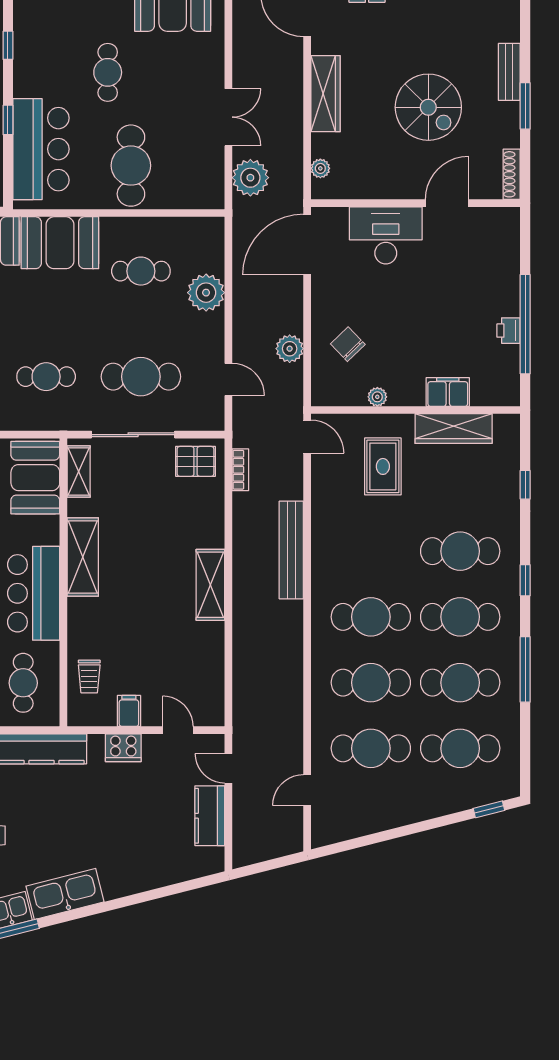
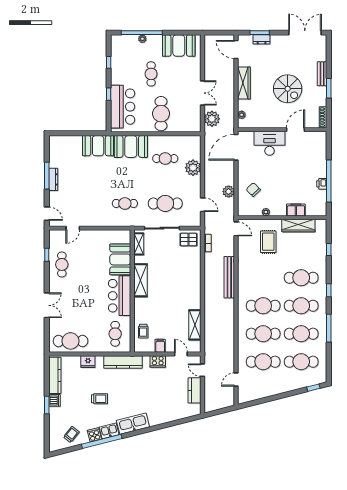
booth: (35, 478) -> (120, 259), moved
shelving: (210, 585) -> (195, 325), moved

